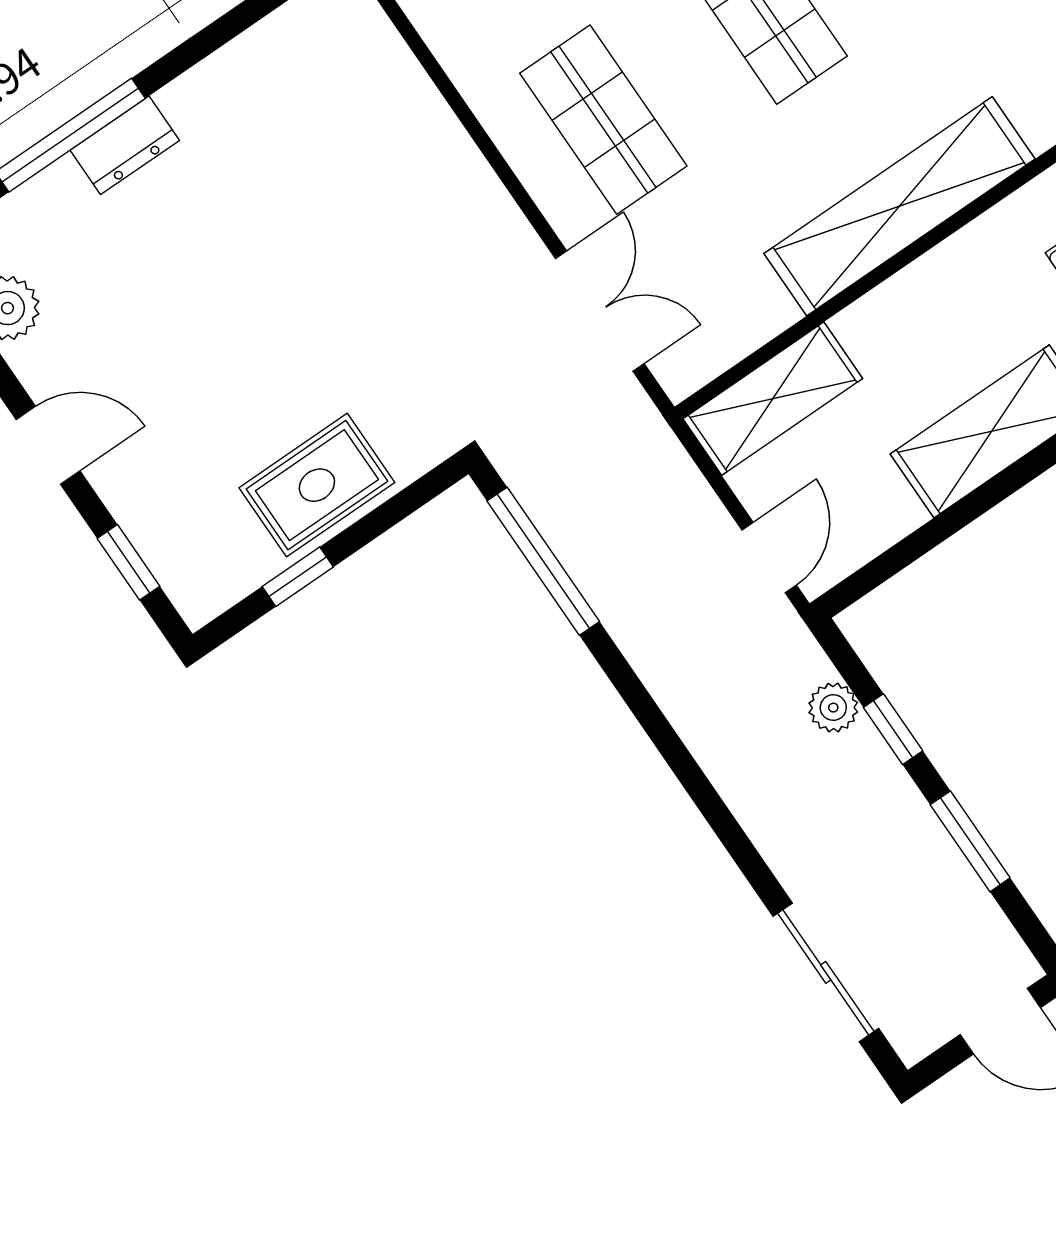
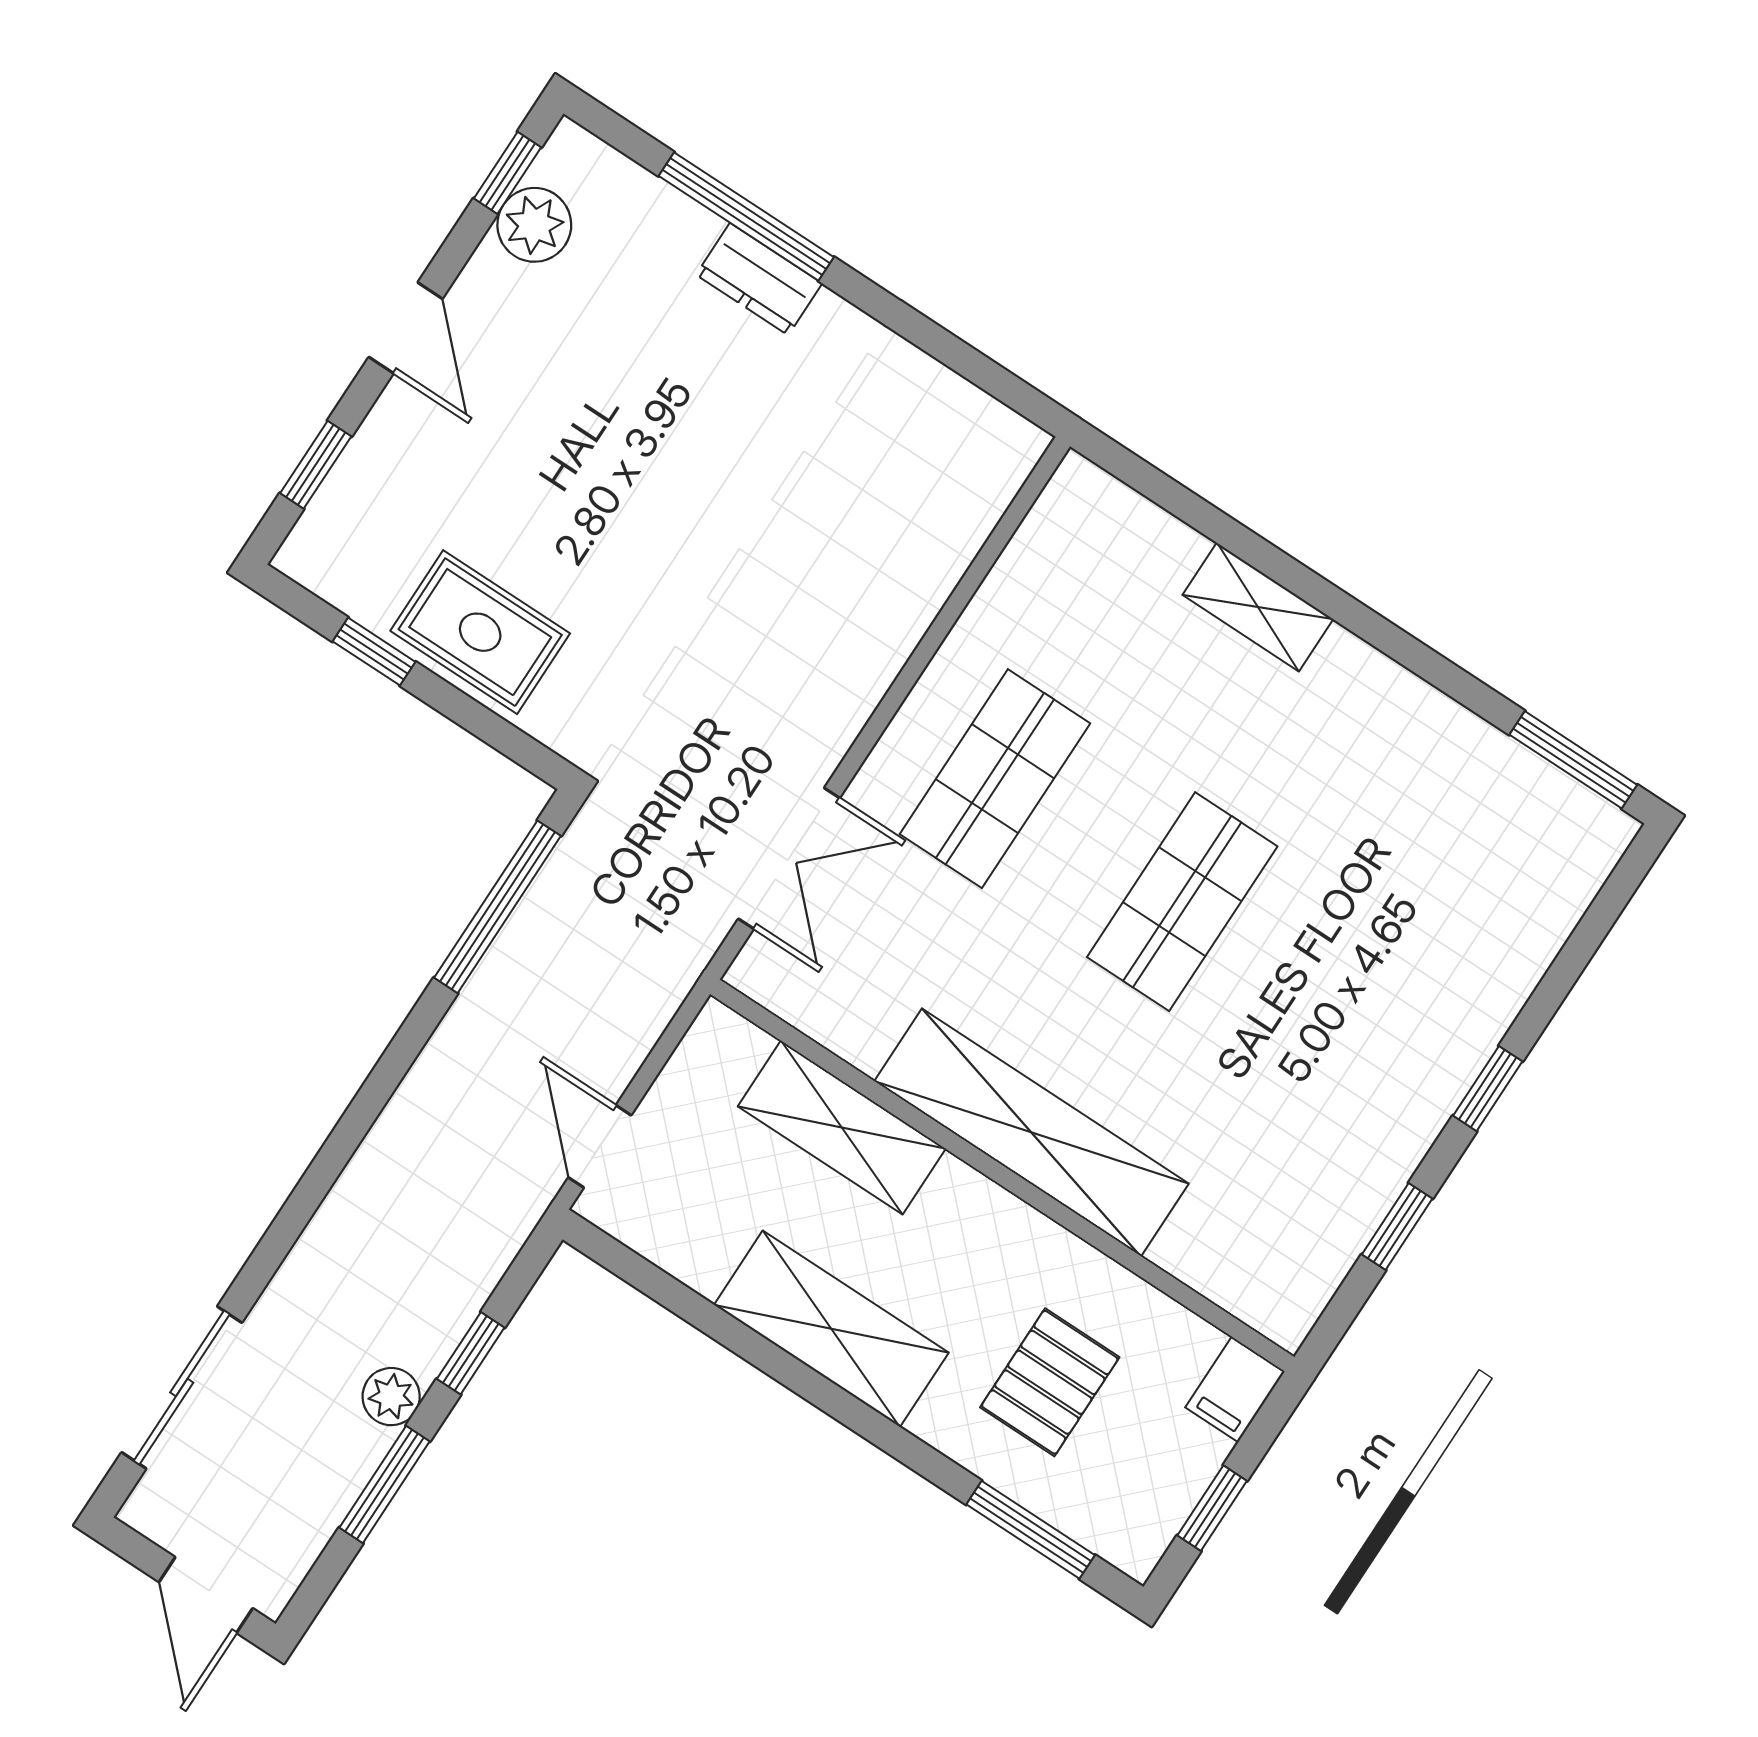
shelving: (773, 399) -> (842, 1127), moved
door: (769, 558) -> (600, 1146), swing flipped
plant: (833, 708) -> (391, 1397), moved

